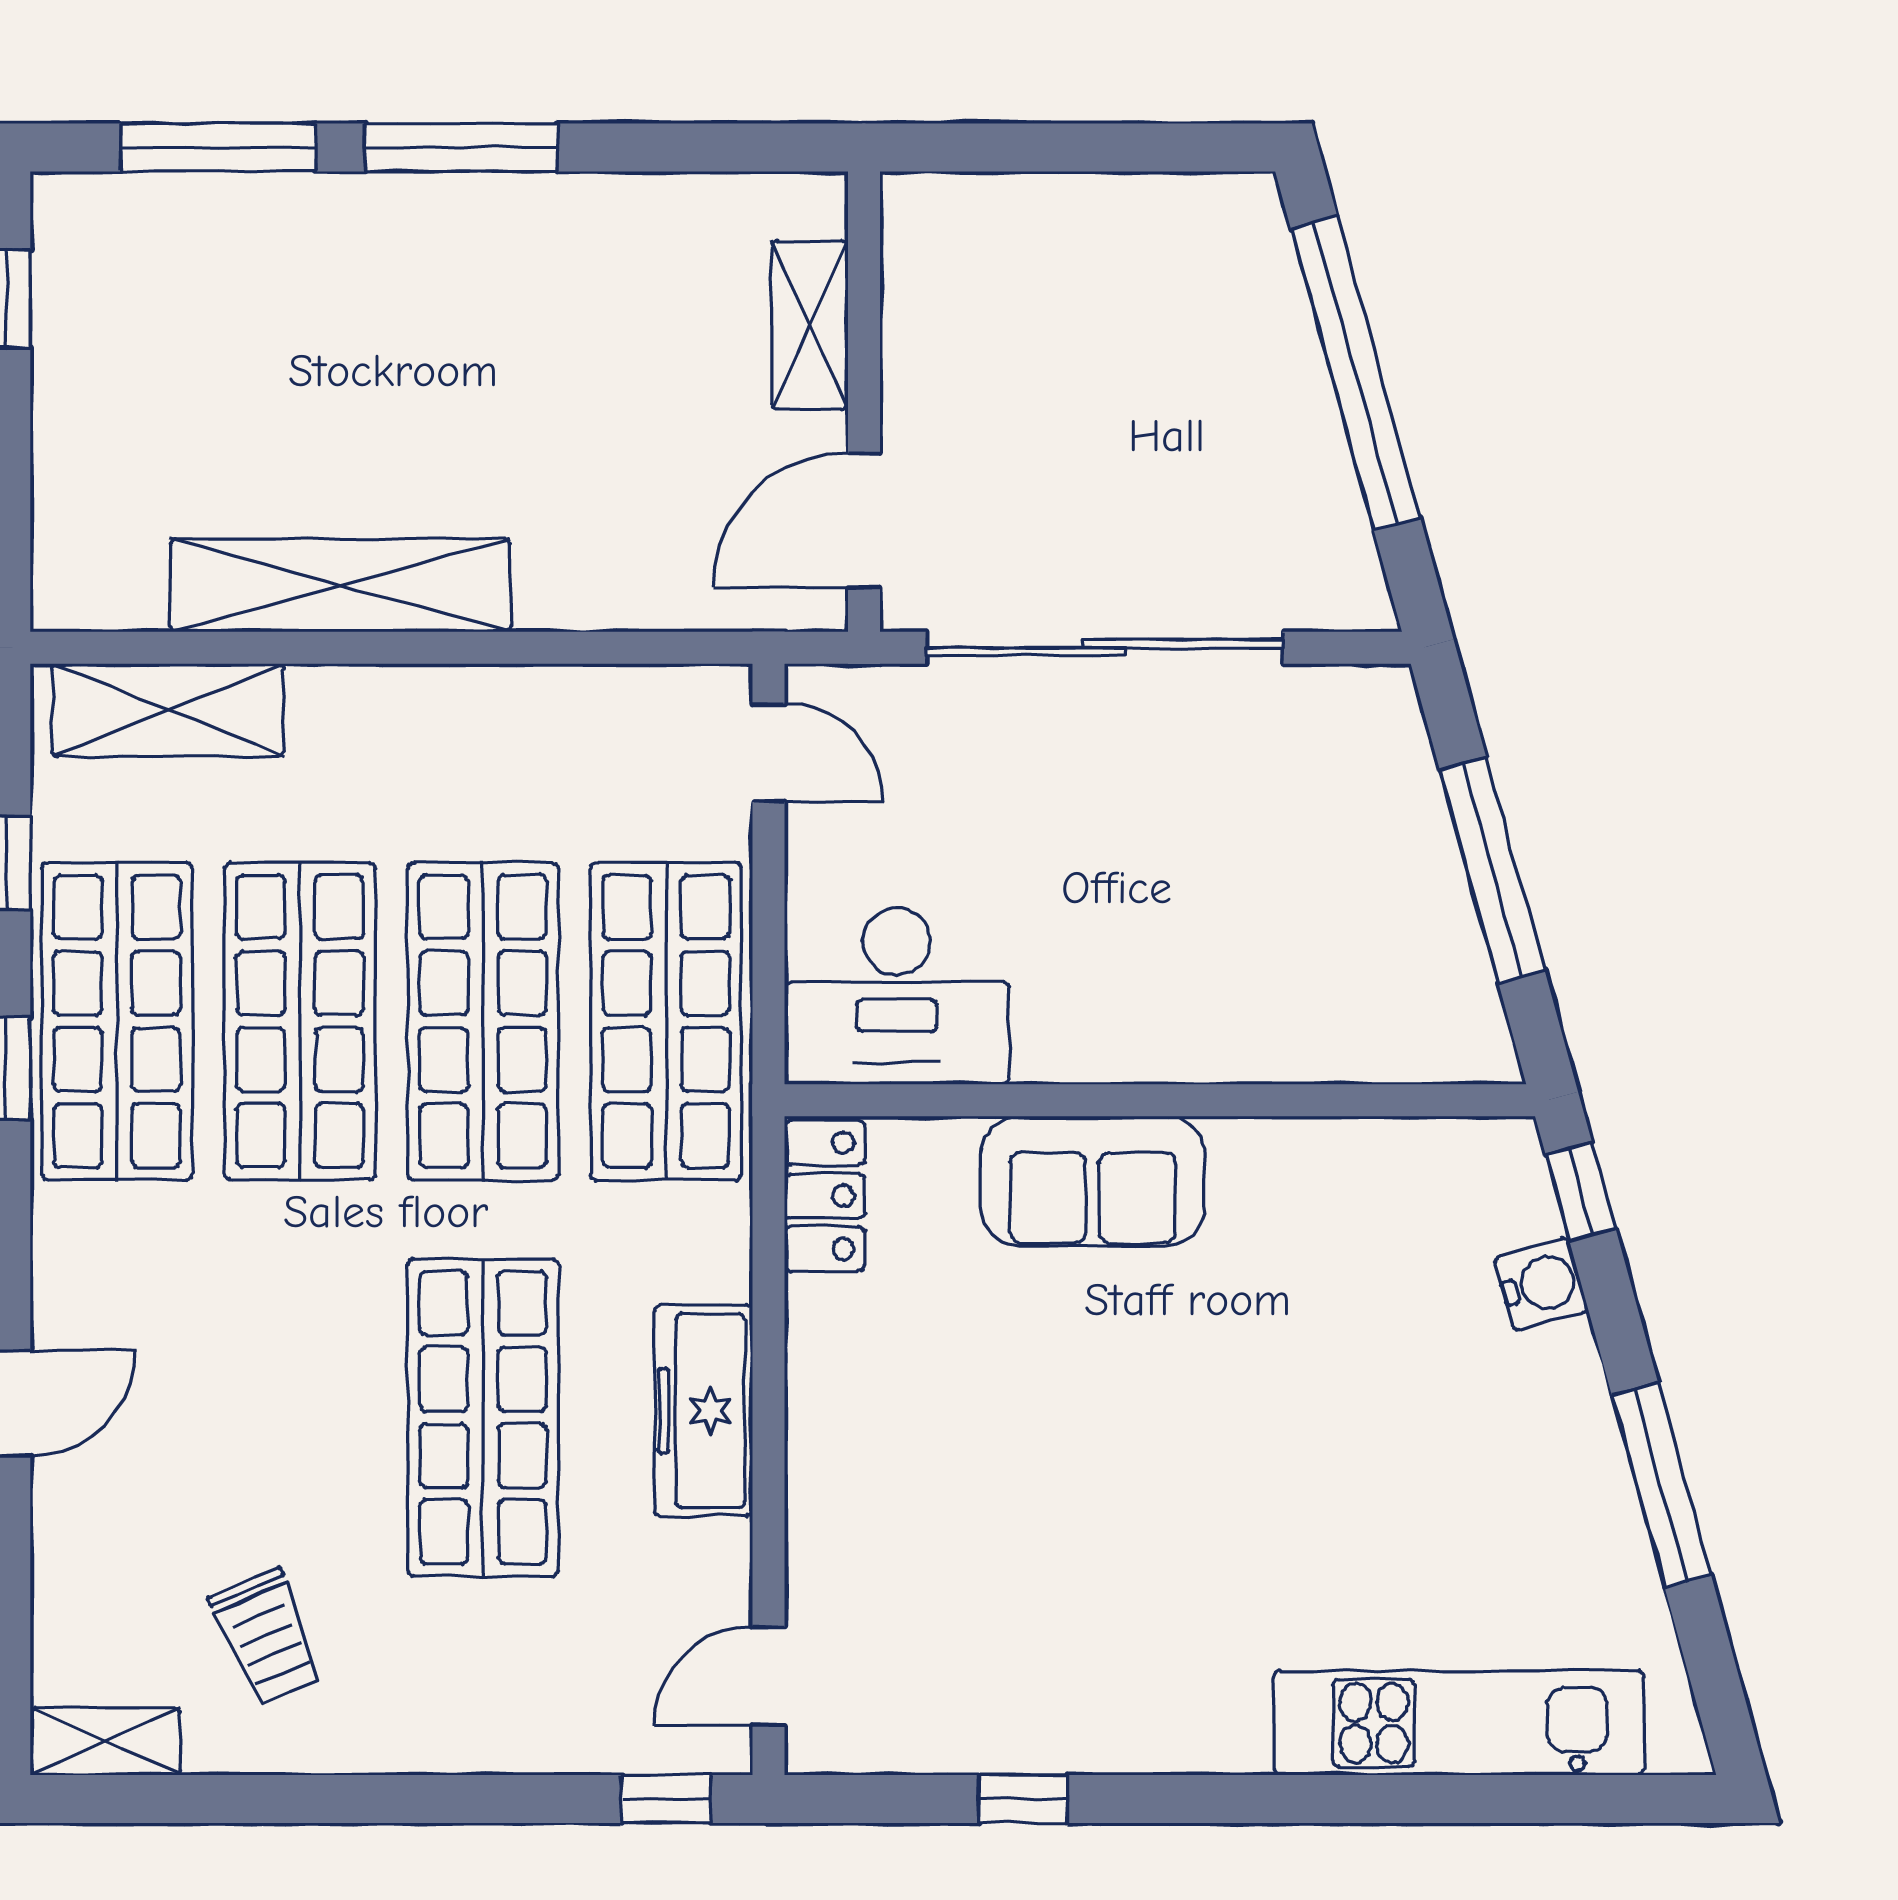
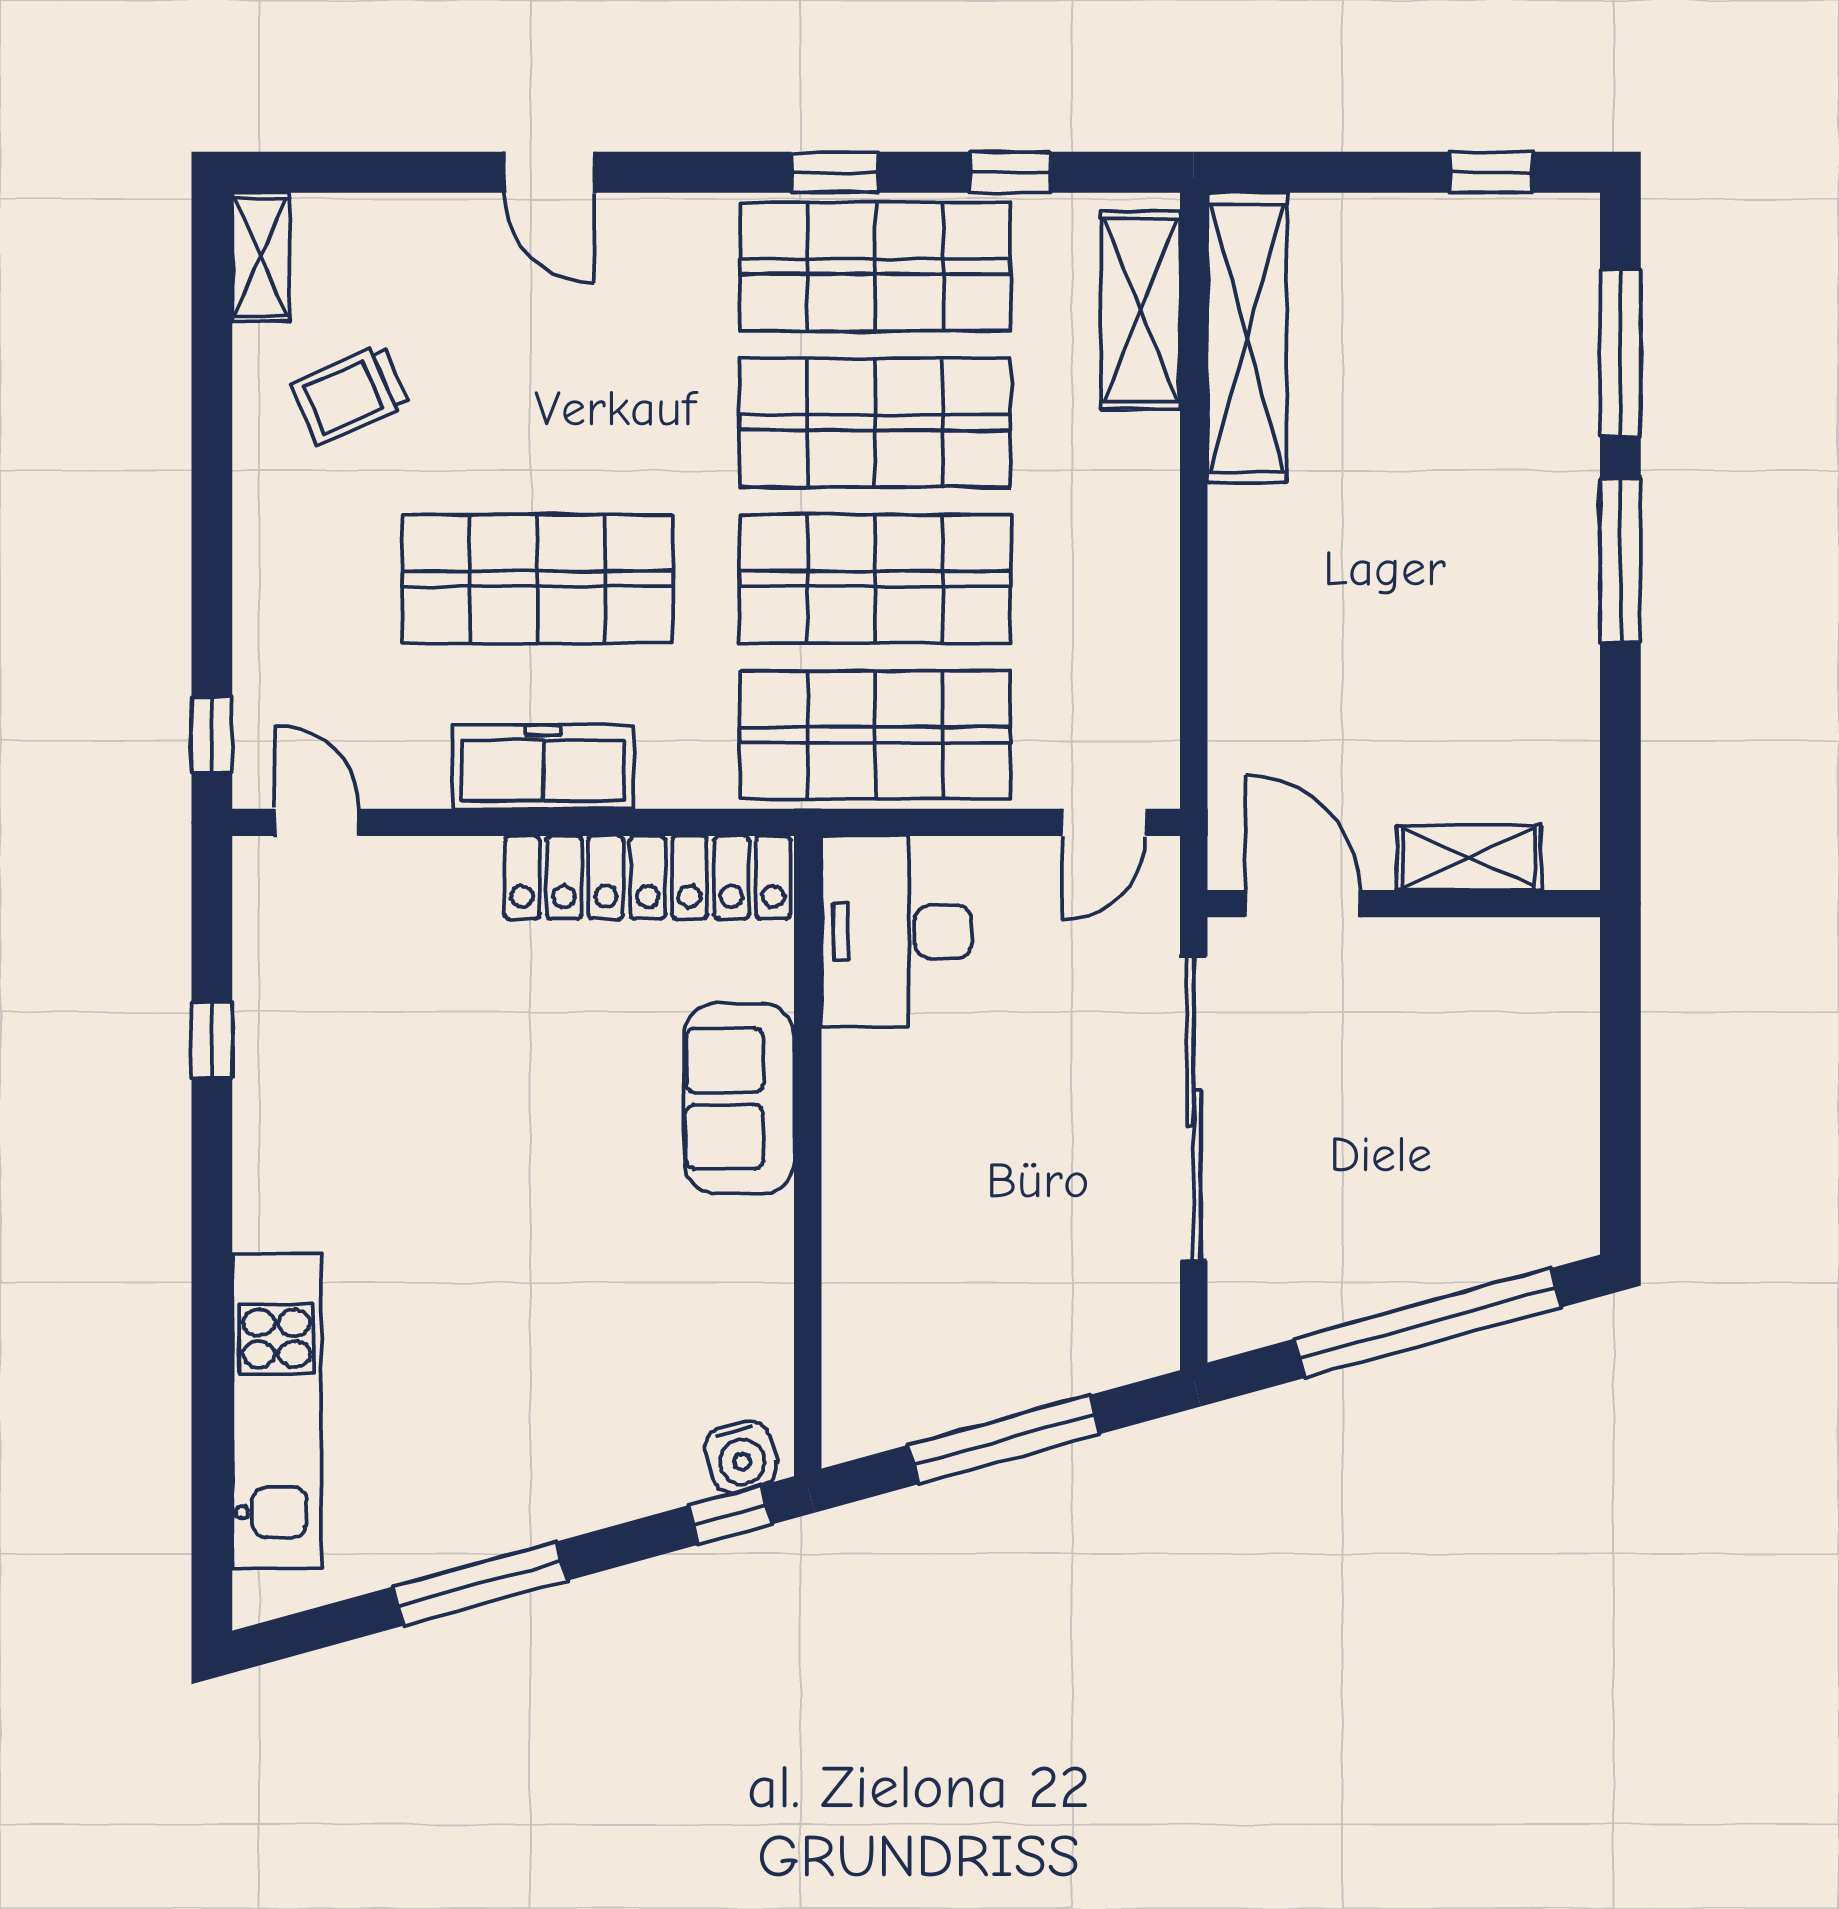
shelving: (341, 585) -> (1247, 338), moved
locker: (825, 1196) -> (648, 877), width x2.16, depth x1.21
water cooler: (1541, 1284) -> (741, 1457), moved

